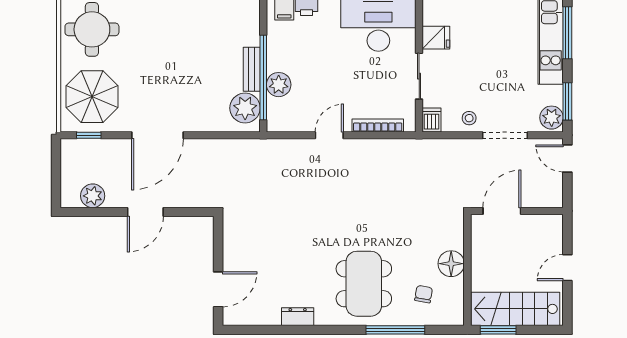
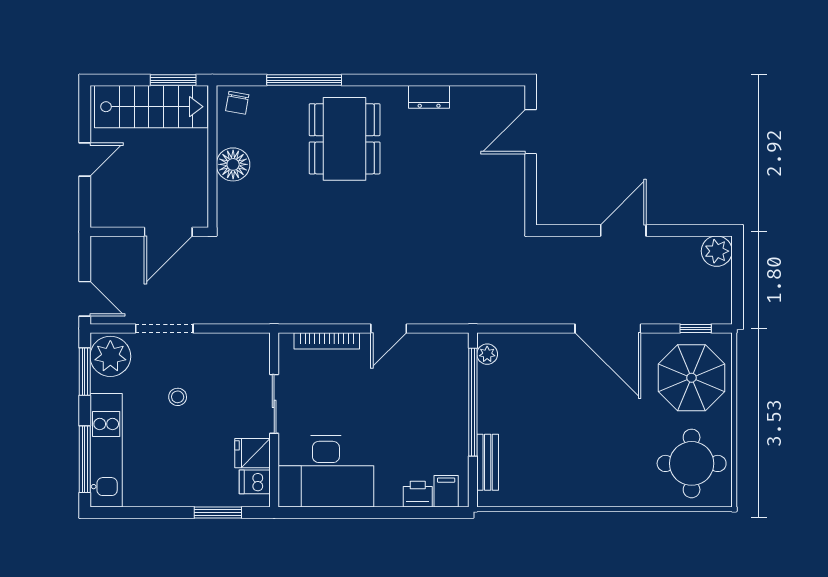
bench: (252, 69) -> (488, 462), moved
plant: (279, 85) -> (453, 393), removed
plant: (245, 108) -> (487, 354), width x0.53, depth x0.53
stool: (469, 118) -> (178, 397), moved
plant: (552, 118) -> (110, 356), width x1.36, depth x1.36
dishwasher: (432, 120) -> (255, 482), moved, turned 90
door: (158, 135) -> (608, 328), swing flipped
plant: (93, 196) -> (717, 251), moved
chair: (424, 294) -> (237, 103), moved

